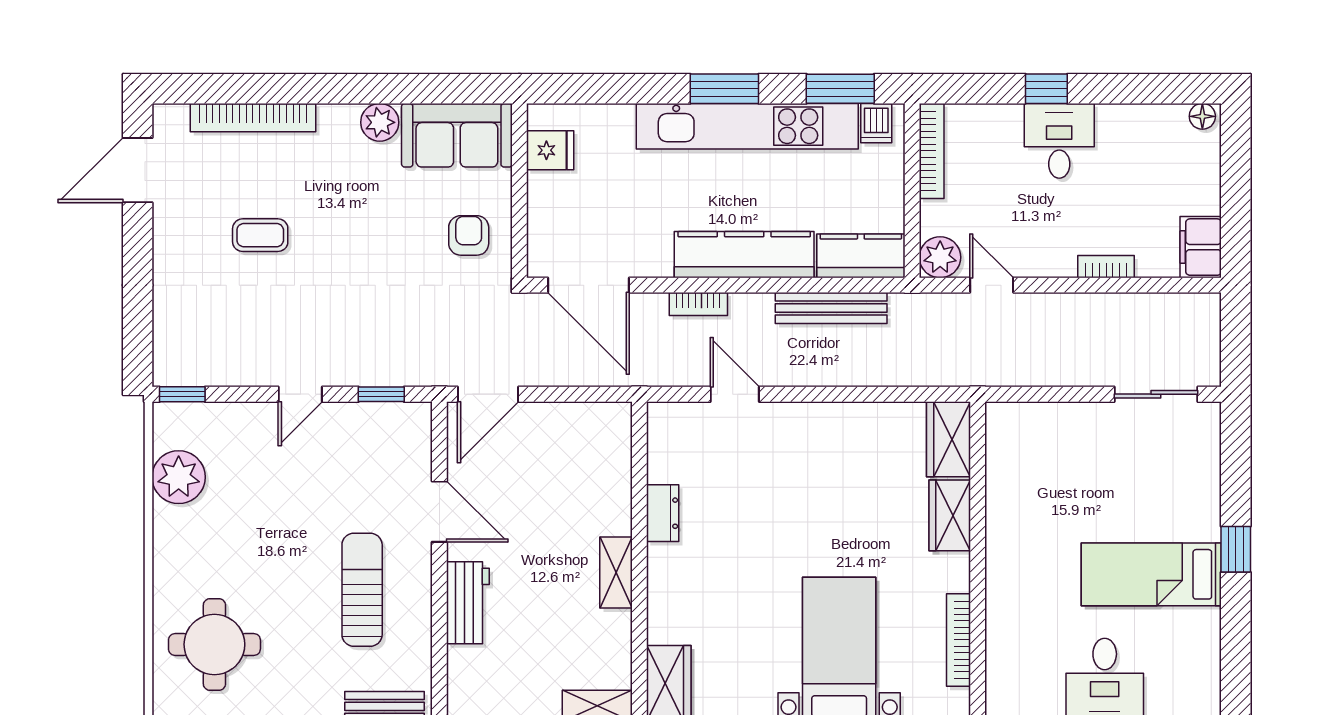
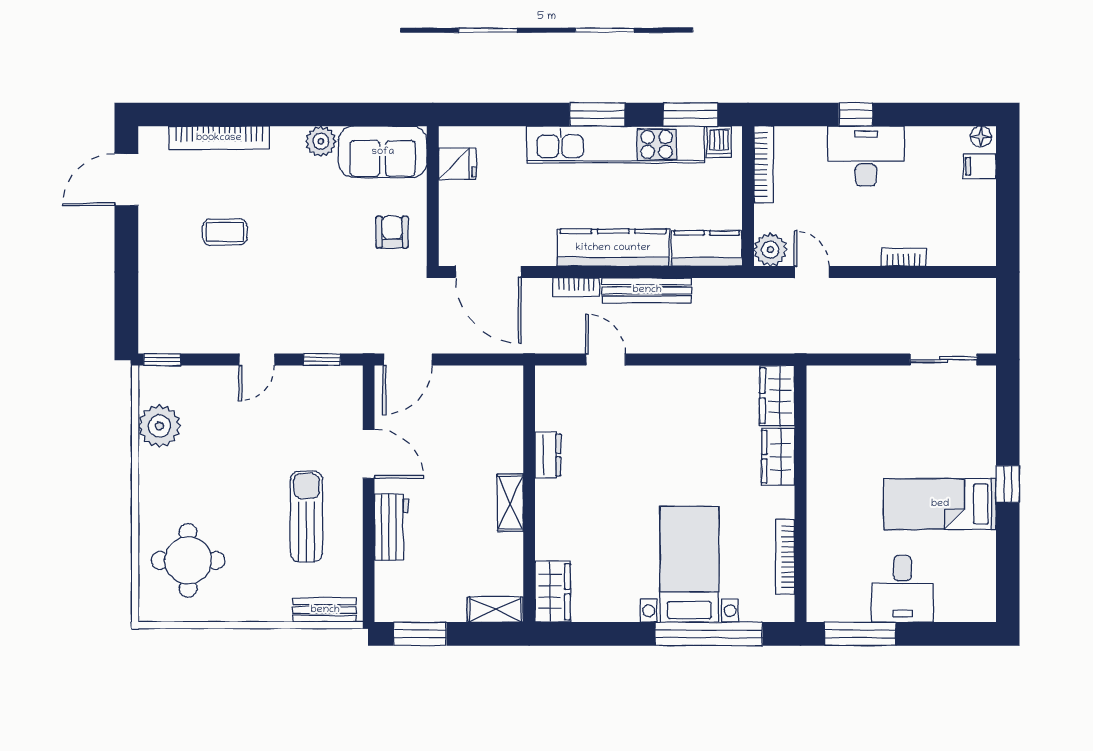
desk: (1059, 141) -> (866, 156), width x1.37
filing cabinet: (1201, 247) -> (980, 166), moved, width x0.50
bench: (831, 308) -> (647, 290), moved

